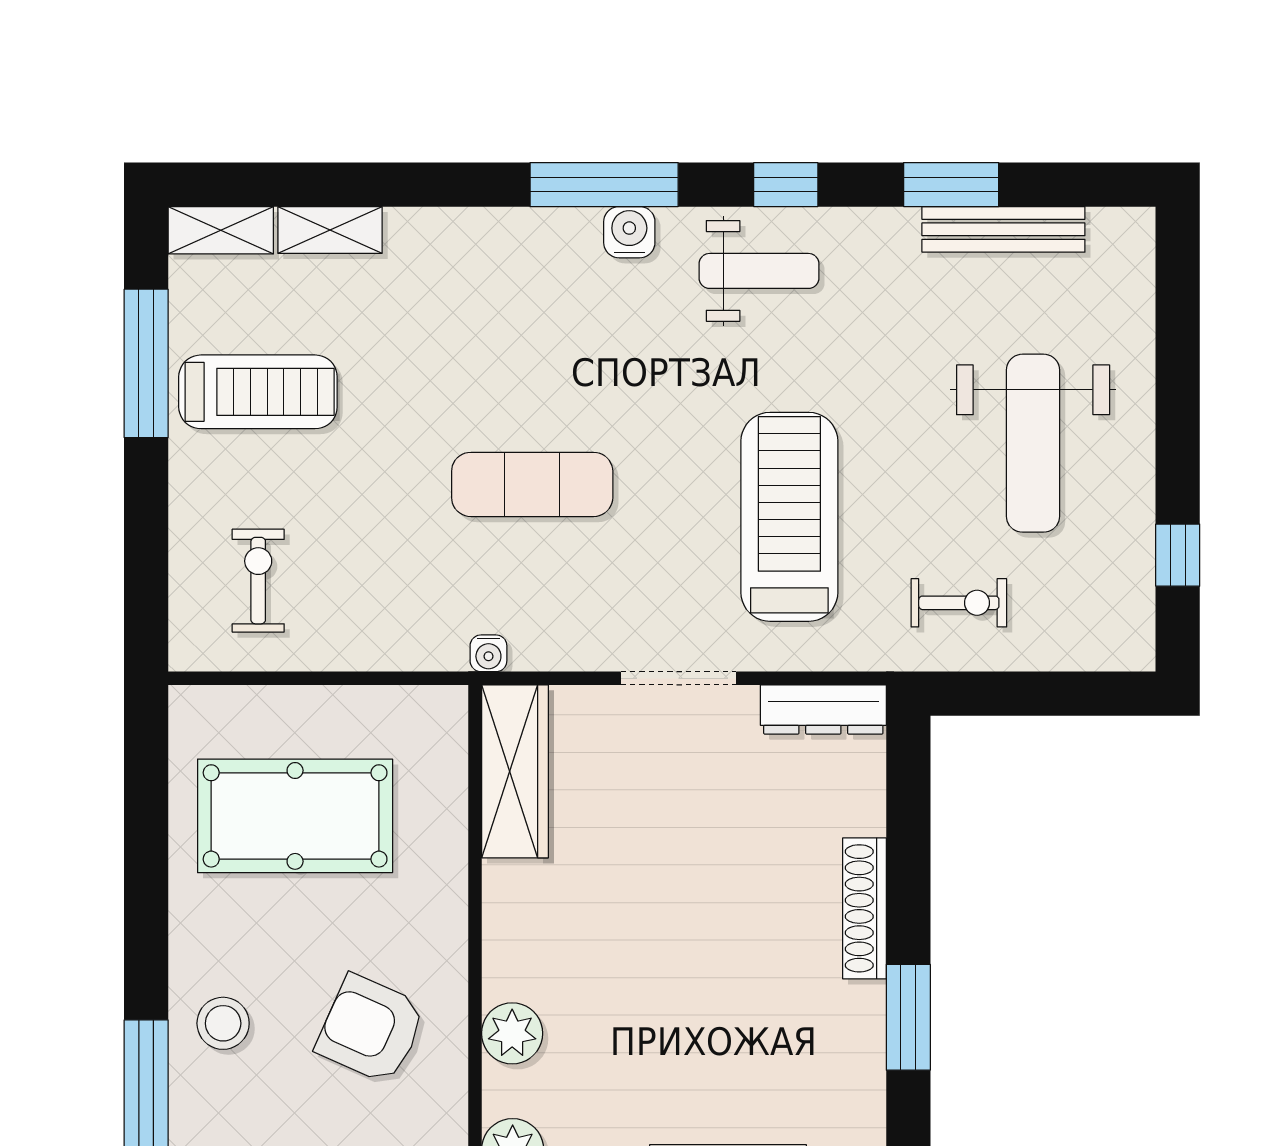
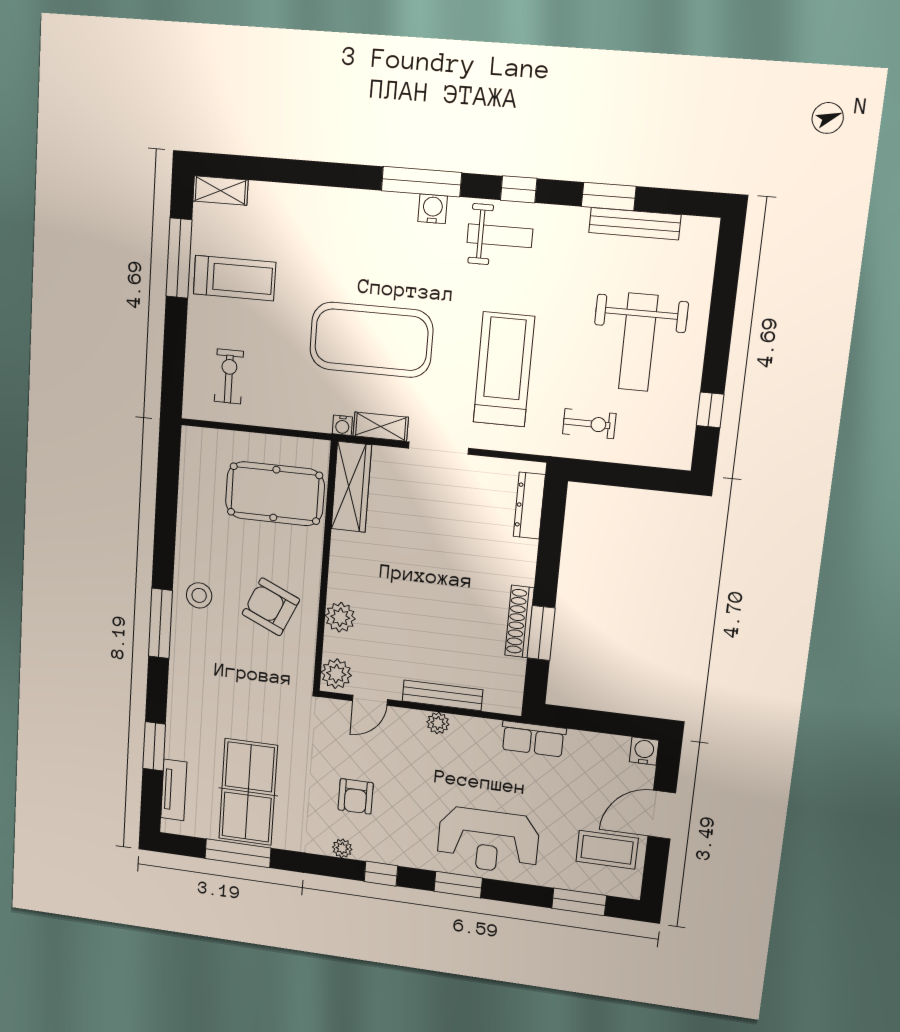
shelving: (330, 230) -> (381, 427), moved
exercise mat: (532, 484) -> (371, 340), width x2.00, depth x1.45
dresser: (823, 710) -> (529, 506), moved, turned 90
pool table: (295, 816) -> (275, 494), moved
shoe rack: (864, 908) -> (519, 622), moved

